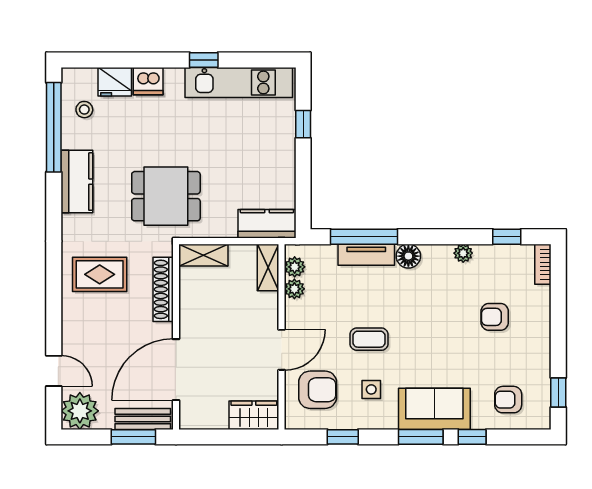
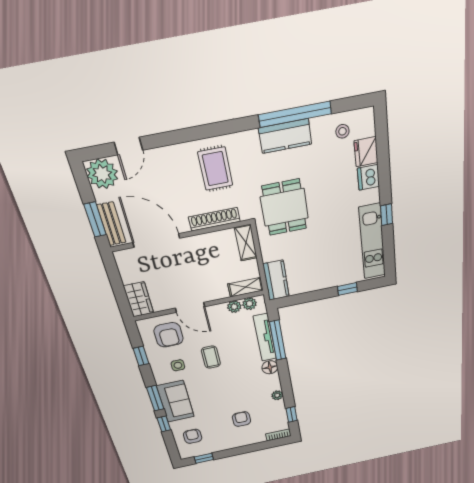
window: (54, 127) -> (295, 114), moved
tv unit: (366, 255) -> (265, 337), width x1.41

